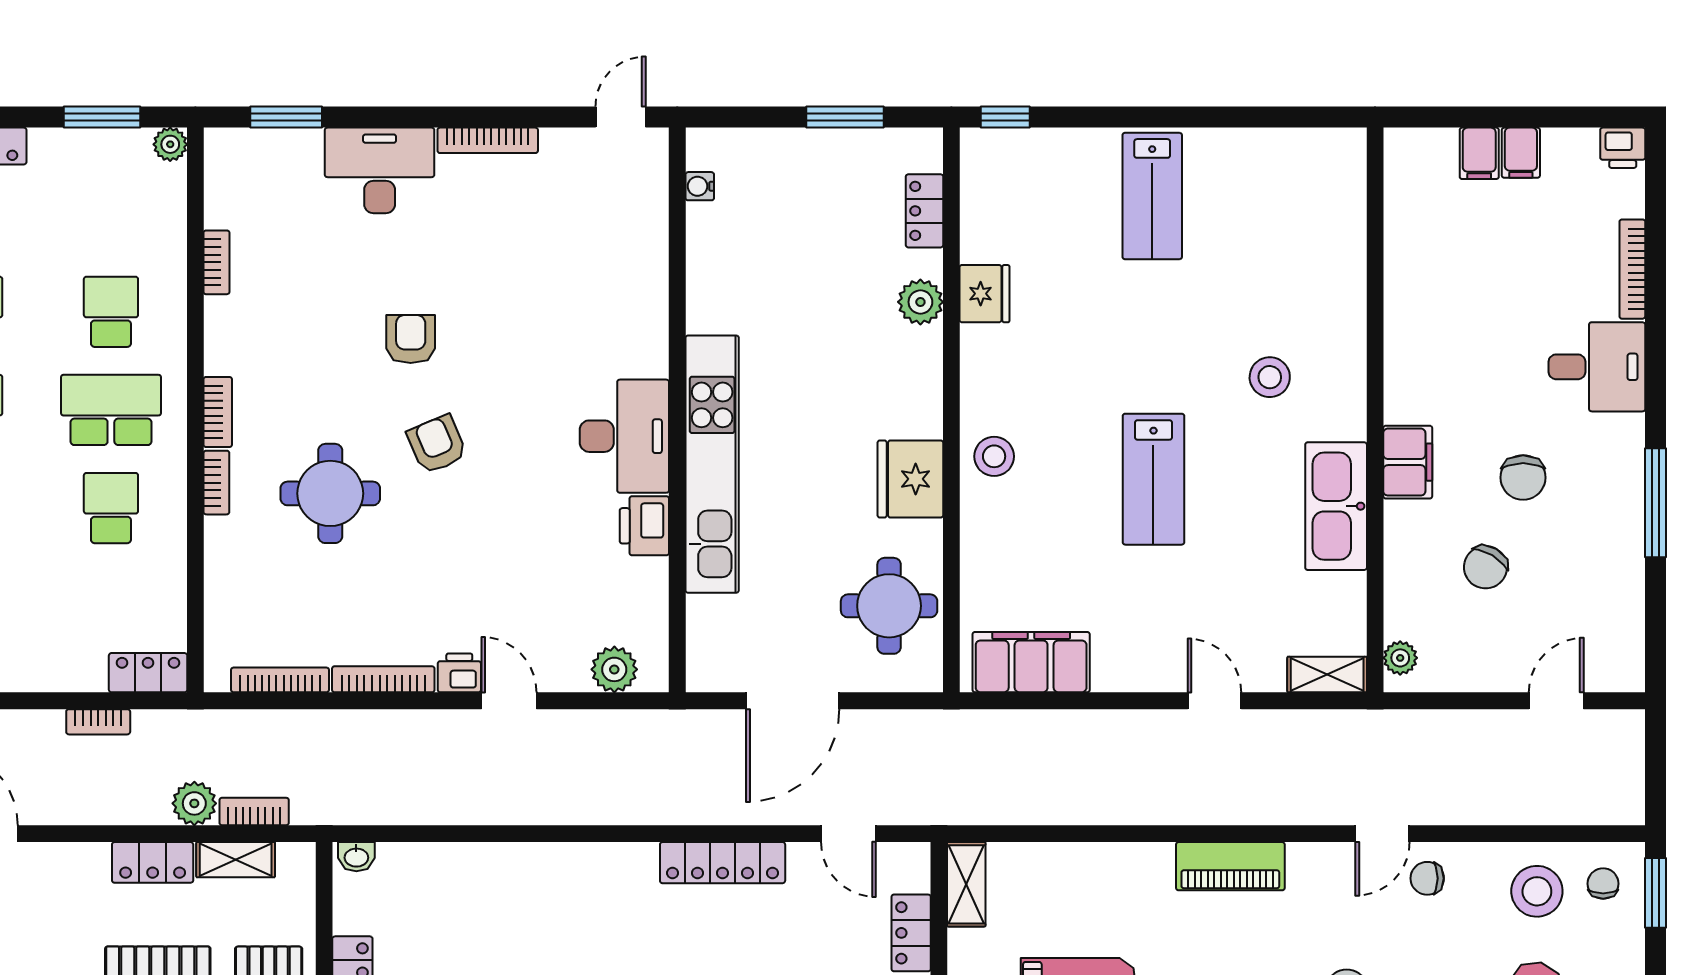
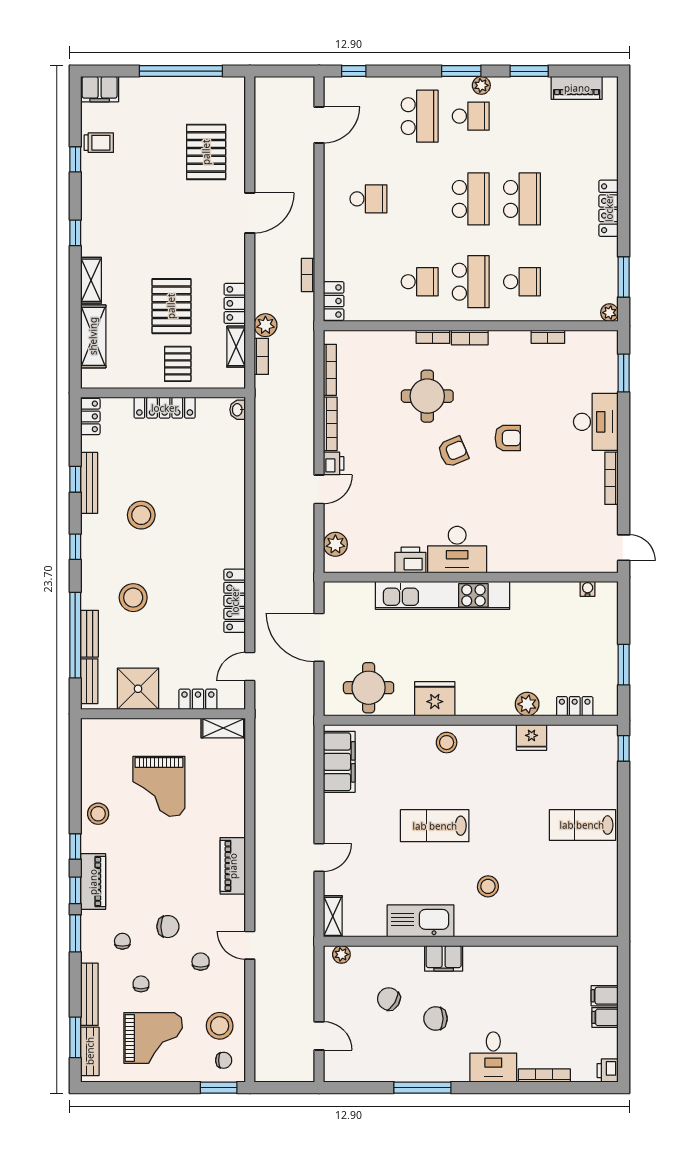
chair: (1427, 878) -> (201, 962), moved

